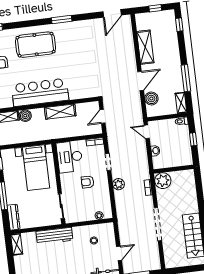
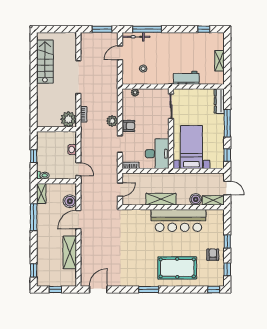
armchair: (88, 182) -> (129, 126), moved
workbench: (54, 236) -> (186, 78), width x0.73
shelving: (17, 244) -> (219, 61), moved

